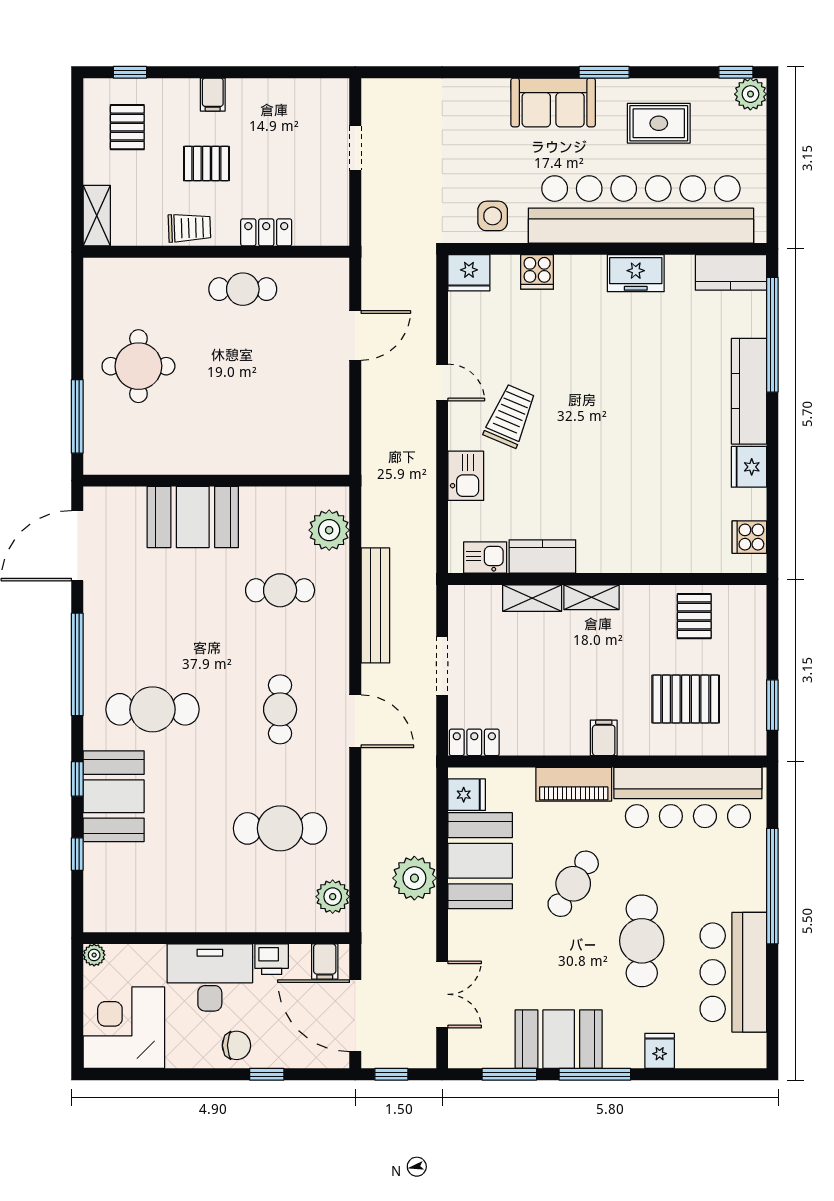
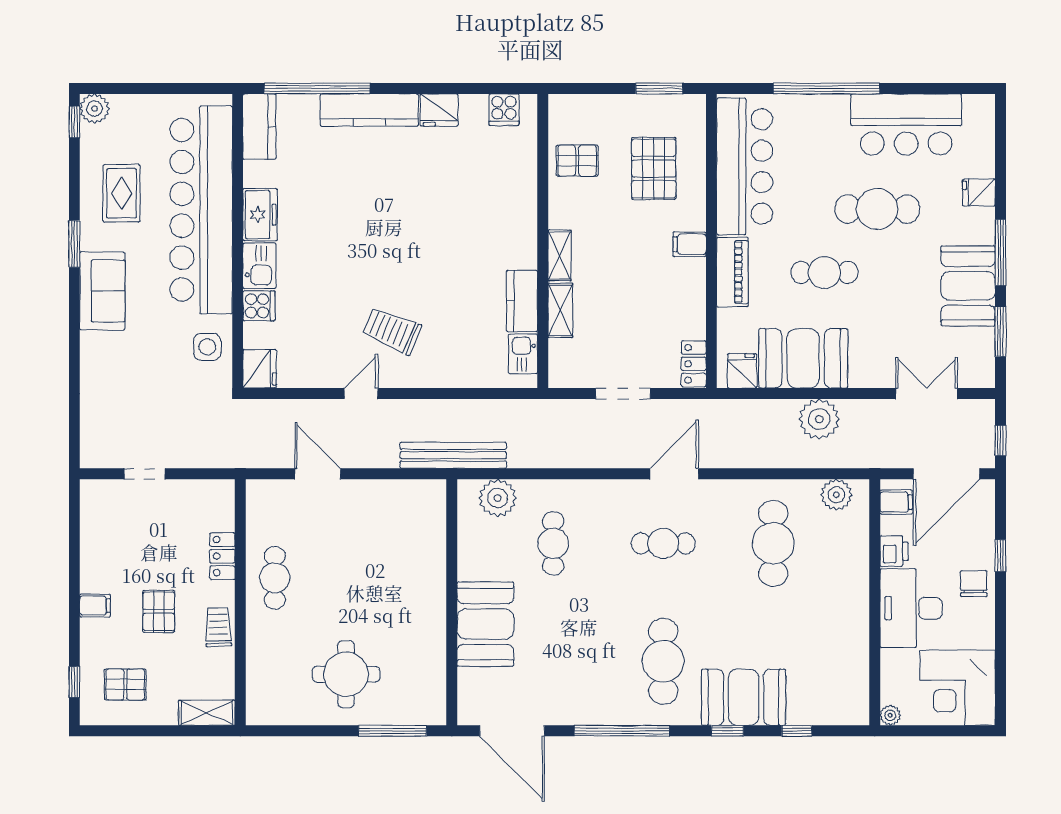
kitchen sink: (466, 476) -> (259, 266), moved, turned 90
bench: (375, 605) -> (453, 455), moved
cafe table: (573, 884) -> (824, 272), turned -32

